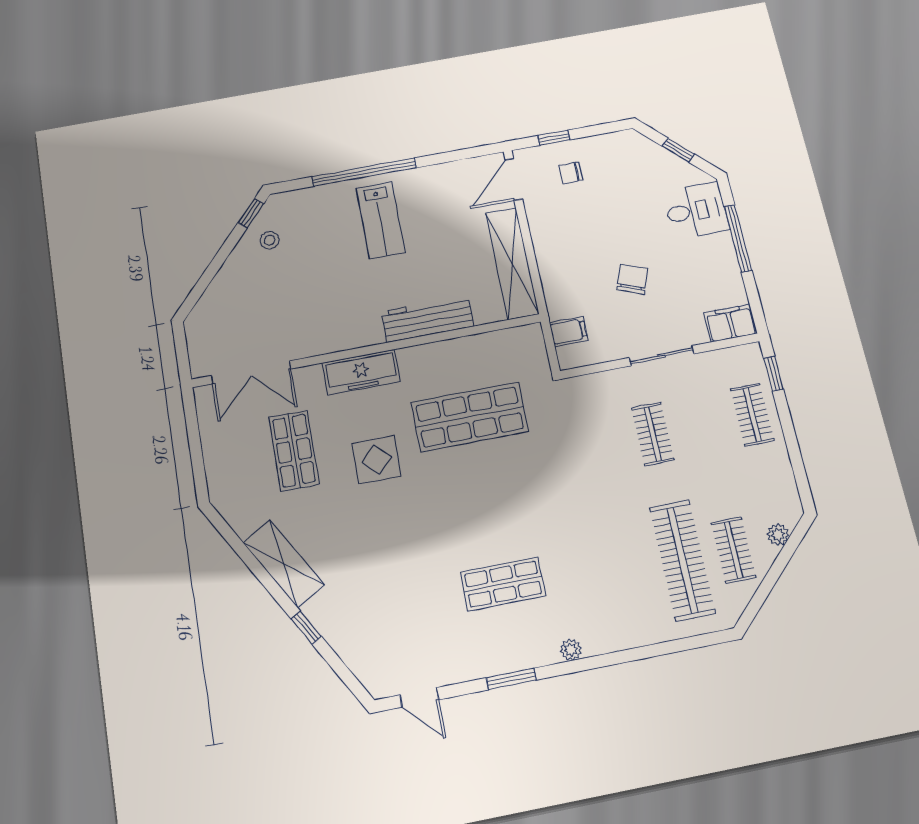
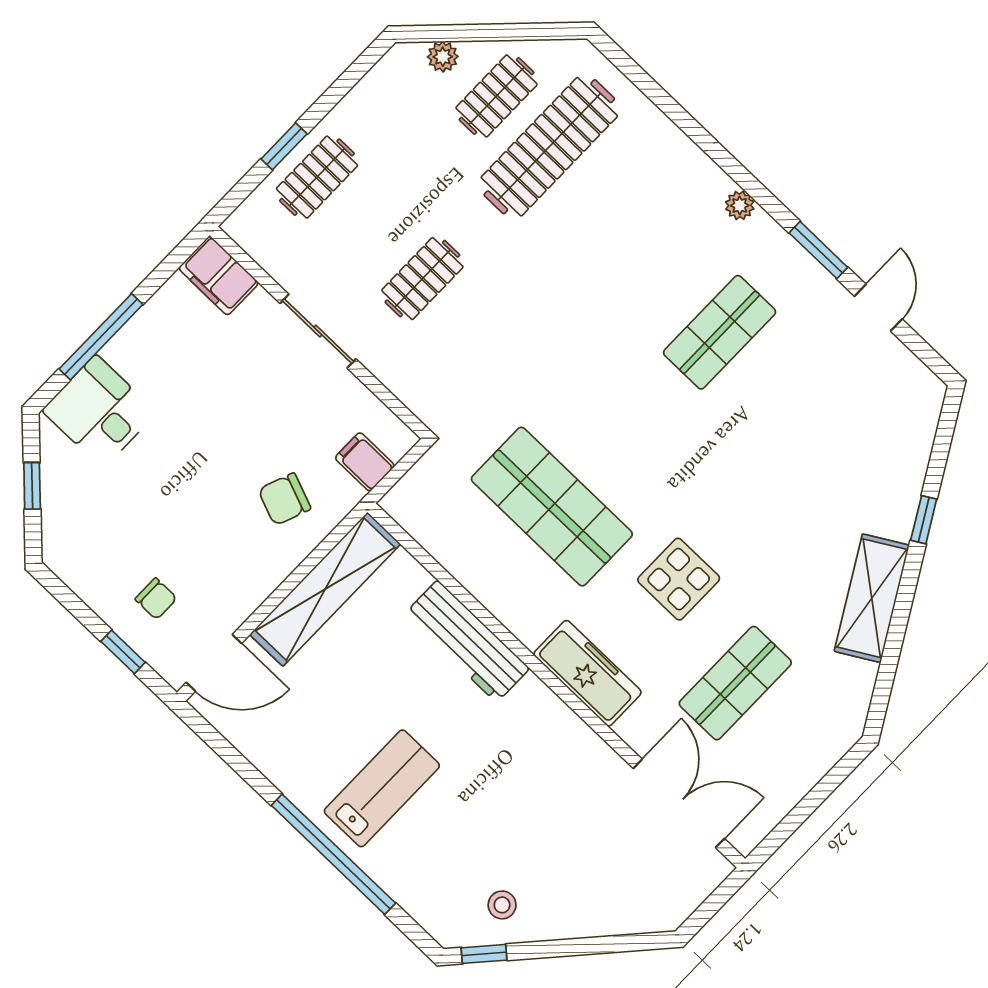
chair: (632, 279) -> (284, 499), moved
window: (774, 374) -> (284, 146), moved
shop shelf: (503, 584) -> (720, 332), turned 90
door: (419, 697) -> (878, 308), moved

